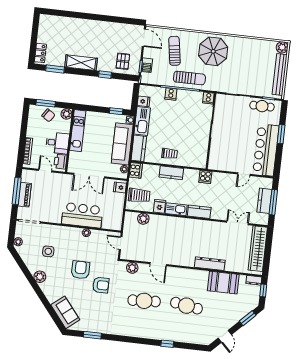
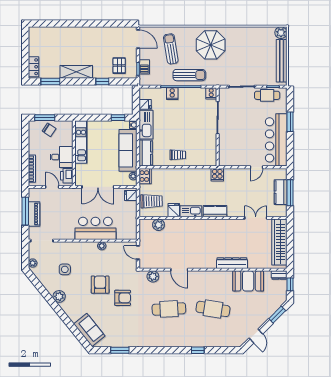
plant: (66, 114) -> (67, 126), removed
kitchen counter: (171, 173) -> (182, 174), removed

